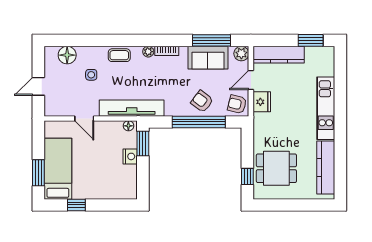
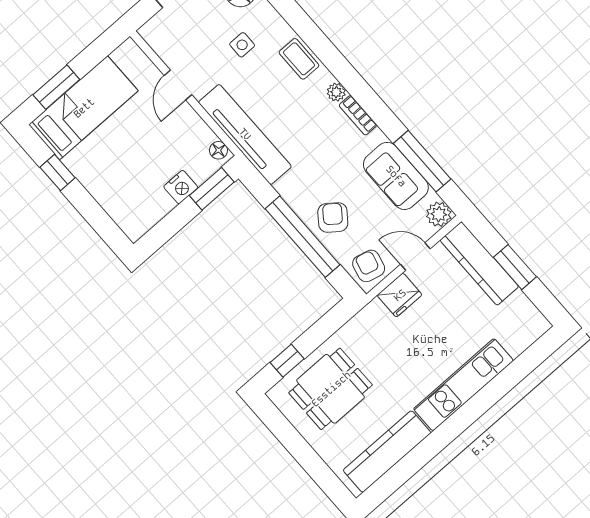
window: (311, 40) -> (515, 267), moved
dining table: (276, 168) -> (331, 389), turned 90

